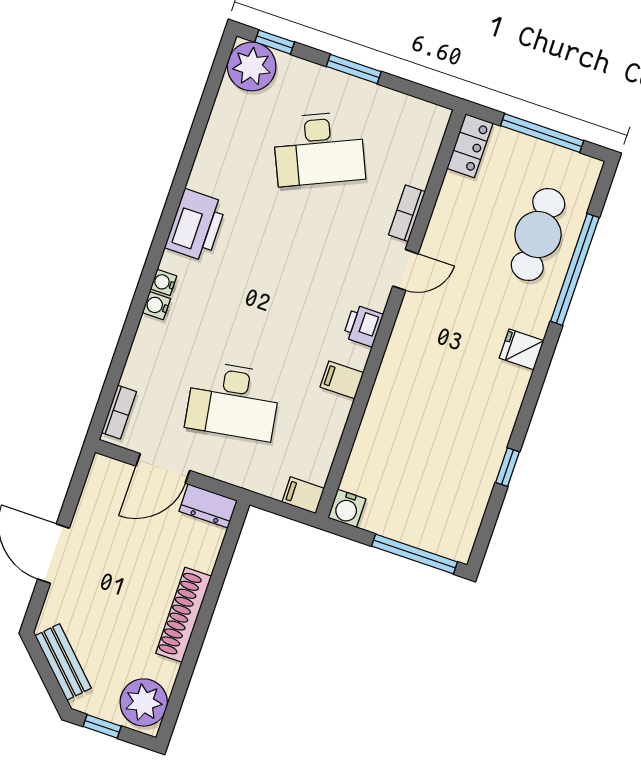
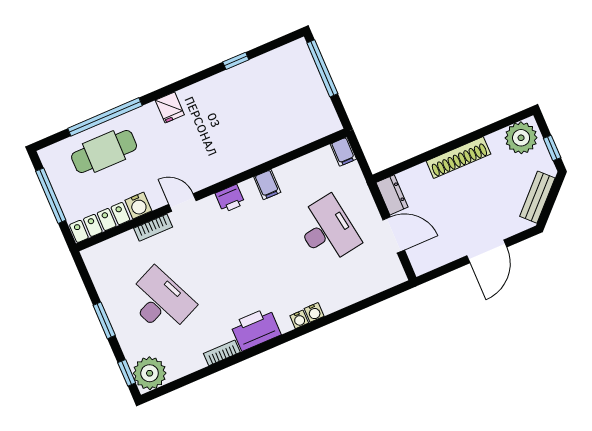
locker: (470, 146) -> (100, 222), width x1.53
bookcase: (119, 412) -> (222, 353), moved
water cooler: (347, 508) -> (138, 206), moved, turned 90

